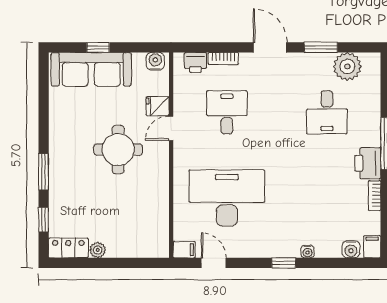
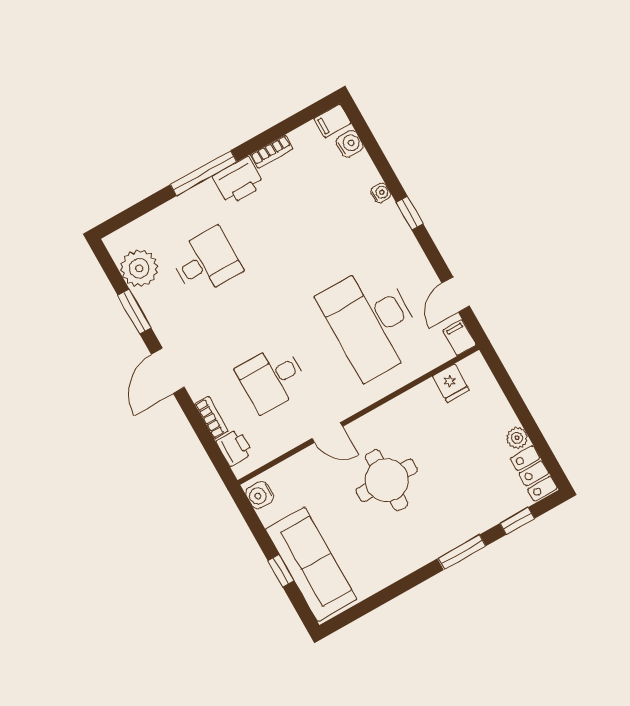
fridge: (158, 106) -> (451, 383), moved

